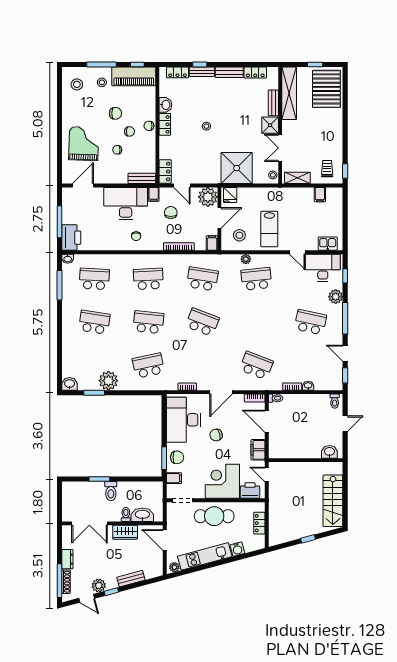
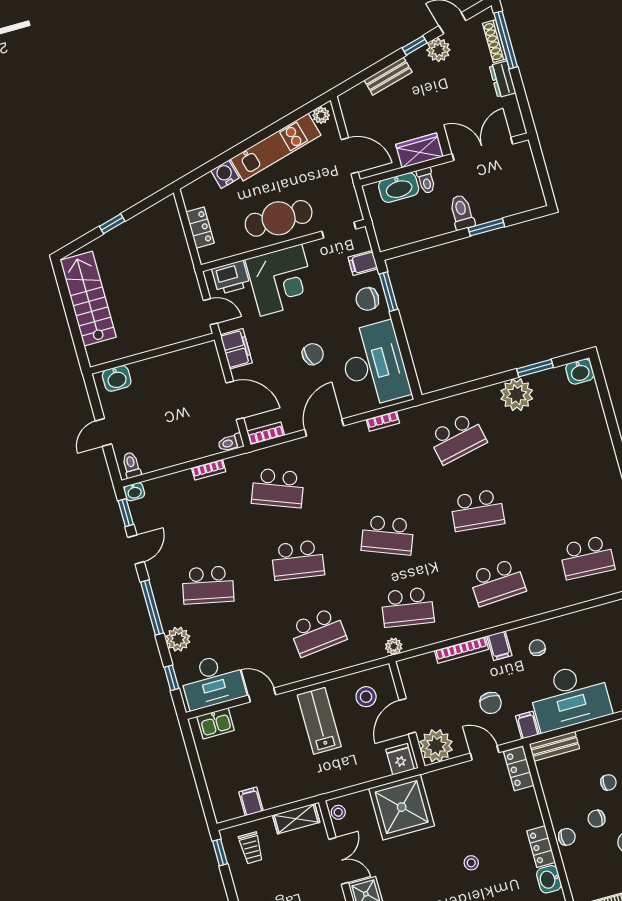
filing cabinet: (212, 243) -> (499, 646), moved
plant: (246, 259) -> (394, 646), moved
school desk: (94, 322) -> (298, 560), moved
door: (345, 353) -> (136, 550), hinge flipped
washbasin: (308, 386) -> (134, 492), moved

